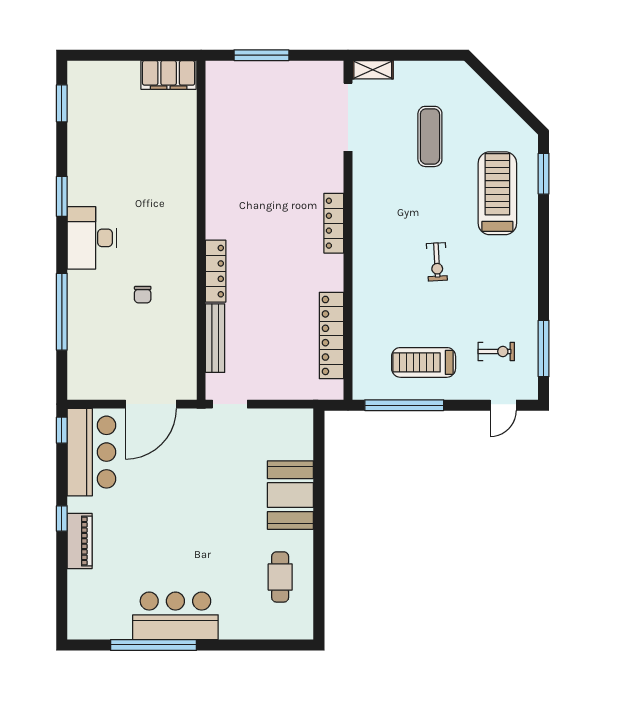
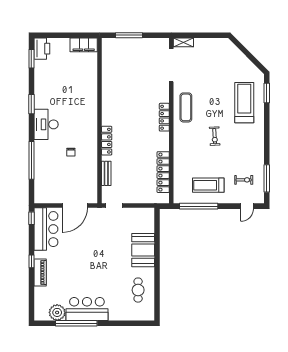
printer: (83, 83) -> (42, 49), added
exercise mat: (430, 136) -> (186, 107), moved
bench: (215, 338) -> (106, 173), width x0.73
plant: (114, 623) -> (57, 312), added

